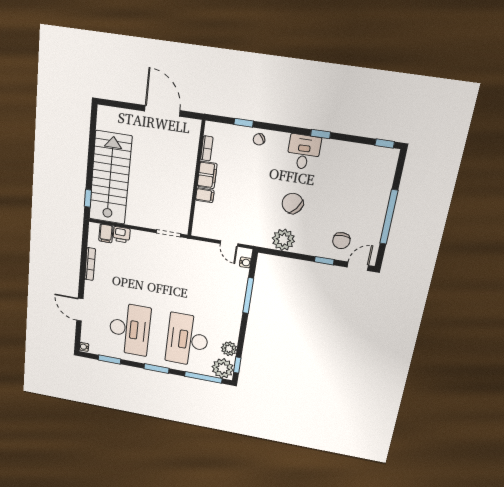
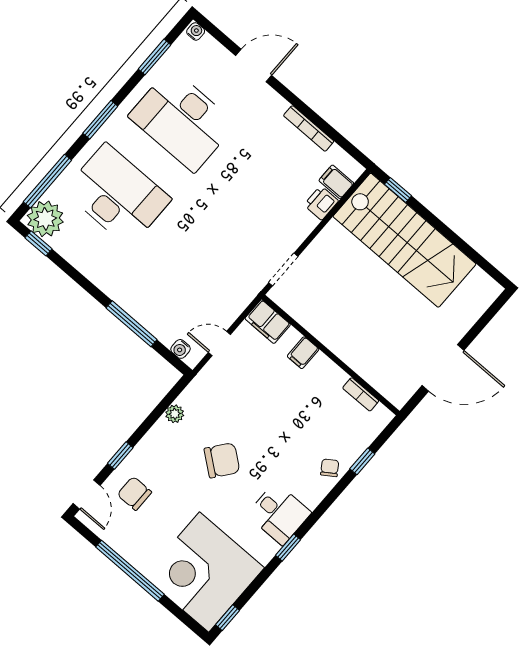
corner desk: (364, 174) -> (204, 572), added
filing cabinet: (207, 175) -> (268, 322), moved
plant: (283, 240) -> (175, 414), width x0.53, depth x0.53
plant: (229, 349) -> (70, 247), removed

